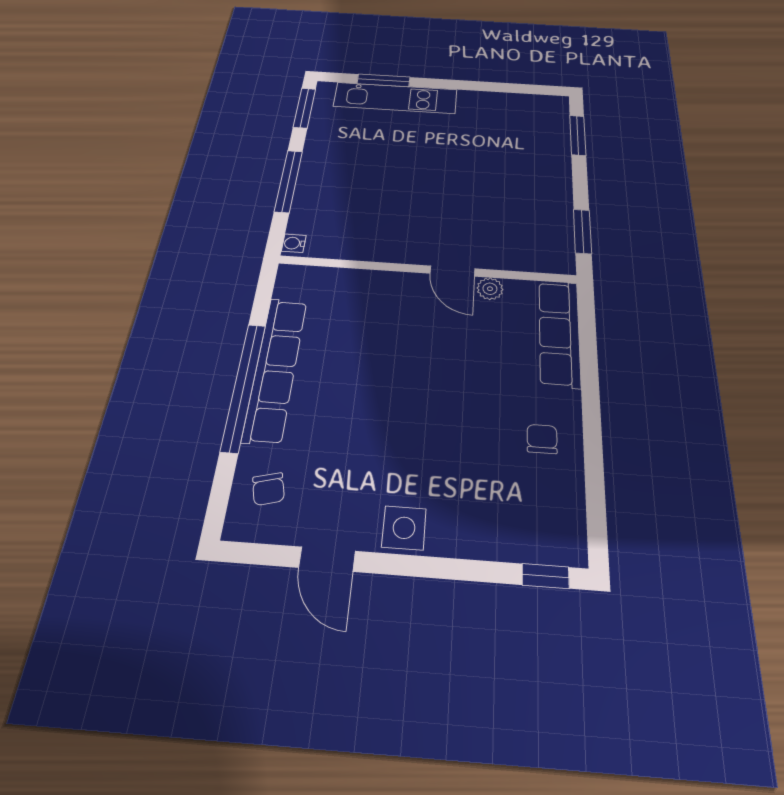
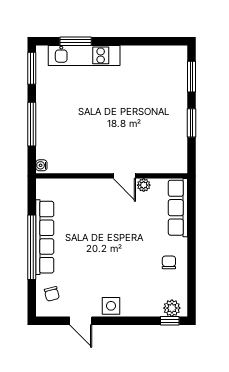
window: (582, 231) -> (191, 123), moved
plant: (550, 544) -> (172, 308), added

